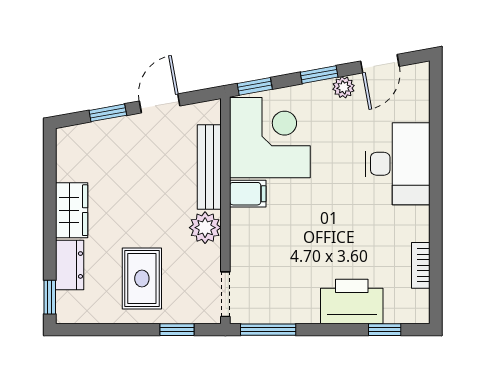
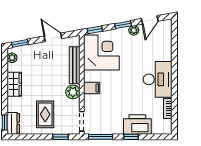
door: (160, 103) -> (53, 37), hinge flipped
window: (108, 113) -> (20, 43), moved
plant: (67, 150) -> (12, 58), added
desk: (398, 164) -> (158, 79), moved
filing cabinet: (248, 194) -> (92, 88), moved
dresser: (70, 265) -> (13, 123), moved
window: (385, 330) -> (131, 137), moved

